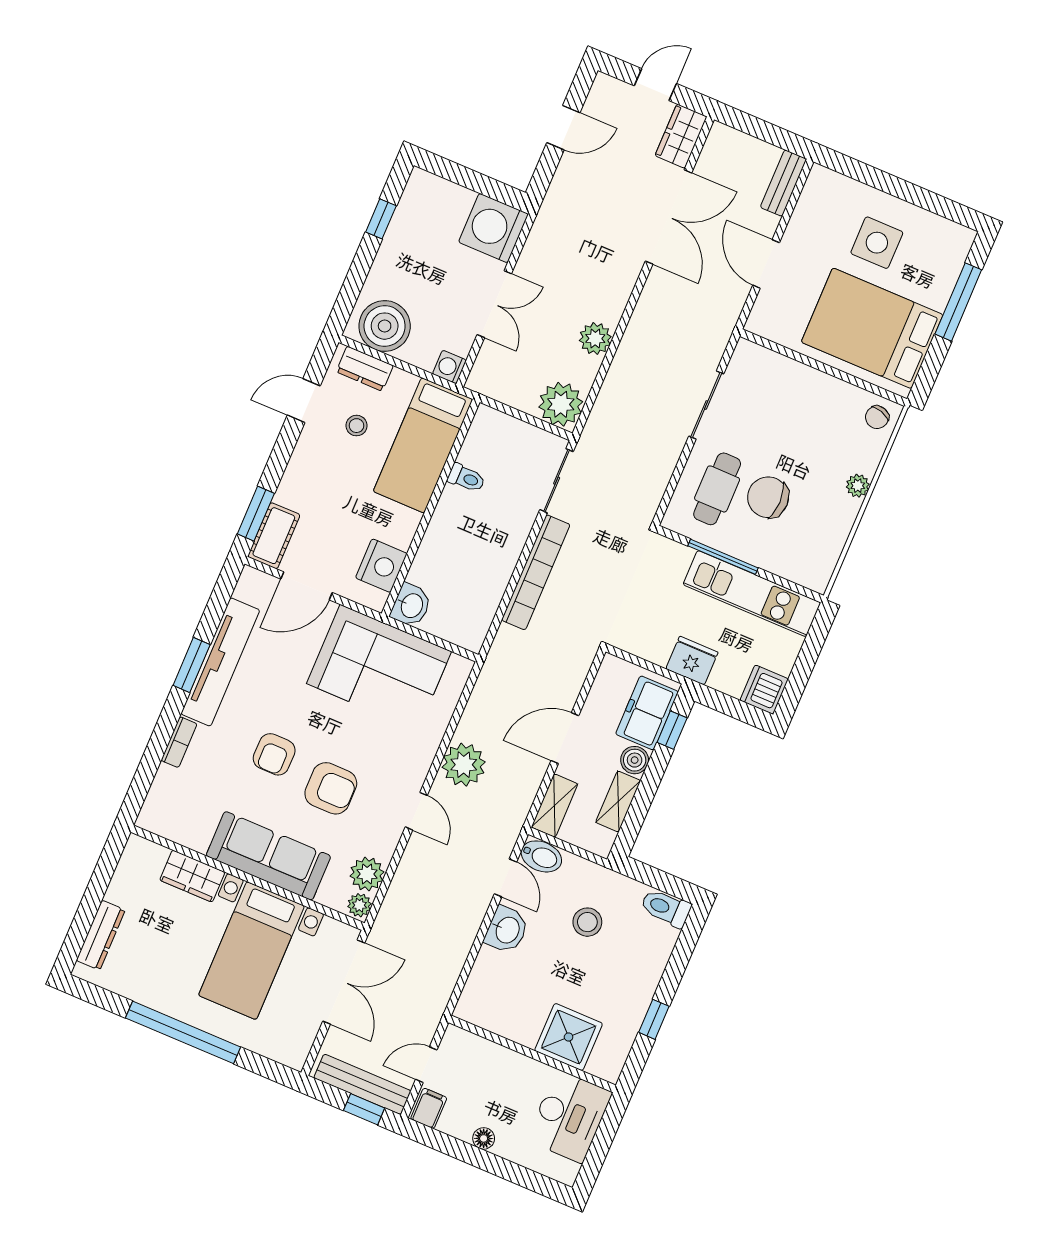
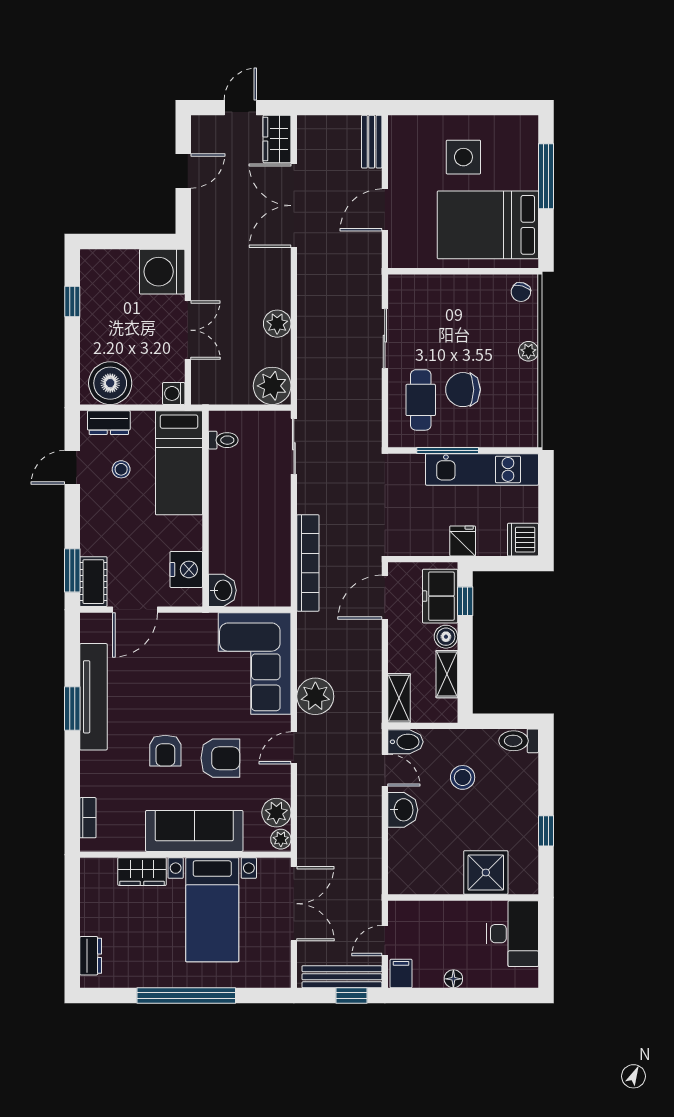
double door: (668, 217) -> (294, 206), swing flipped
door: (766, 264) -> (385, 210), hinge flipped
toilet: (466, 478) -> (223, 440), moved
bookcase: (536, 572) -> (308, 563), moved
fridge: (692, 661) -> (463, 541), width x0.72
corner sofa: (379, 667) -> (255, 664), moved, turned 90
door: (565, 738) -> (385, 597), moved
bookcase: (179, 742) -> (88, 818), moved
door: (416, 811) -> (294, 748), swing flipped
dresser: (101, 935) -> (91, 956), width x0.70

